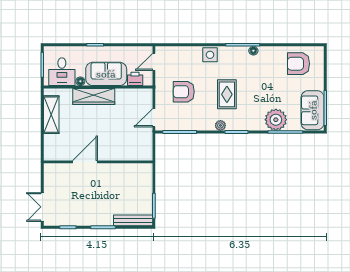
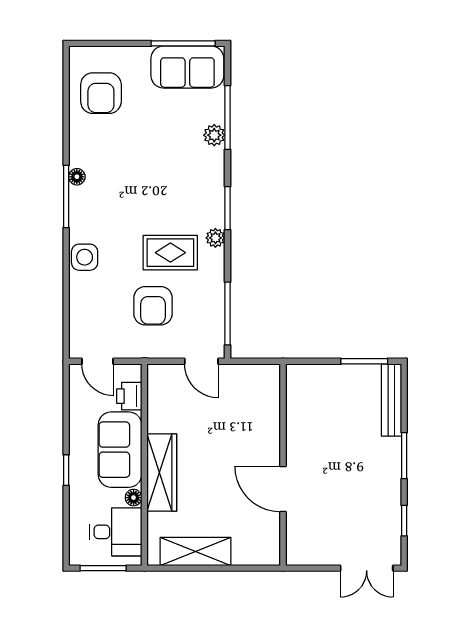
rug: (227, 94) -> (170, 253), moved
plant: (276, 120) -> (214, 135), width x0.53, depth x0.53

